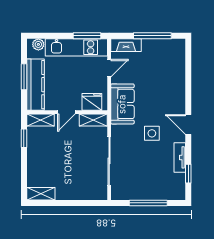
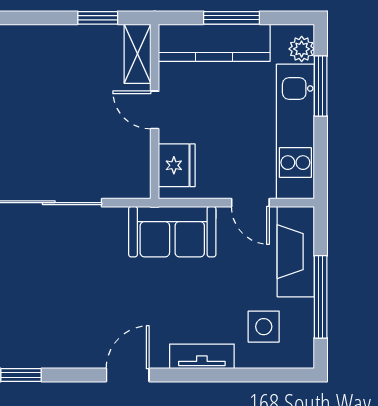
window: (87, 36) -> (321, 86), moved
fireplace: (126, 45) -> (296, 252), width x1.37, depth x1.32
shelving: (93, 120) -> (137, 168), removed
side table: (152, 133) -> (264, 327), moved
tv unit: (180, 157) -> (202, 356), moved

